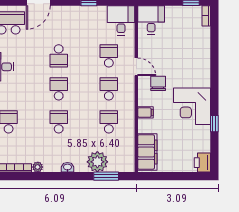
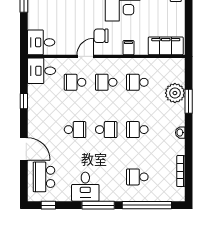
school desk: (59, 89) -> (106, 130), turned 180
plant: (38, 167) -> (180, 149), removed
washbasin: (67, 167) -> (180, 133), moved
window: (106, 176) -> (189, 101), moved

